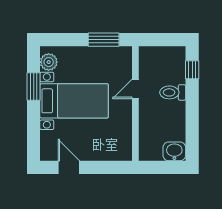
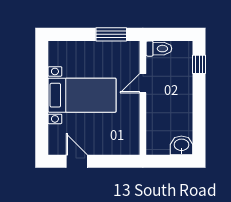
plant: (49, 62) -> (57, 57), removed
window: (34, 87) -> (42, 81), removed
toilet: (173, 92) -> (159, 49), moved, turned 180

